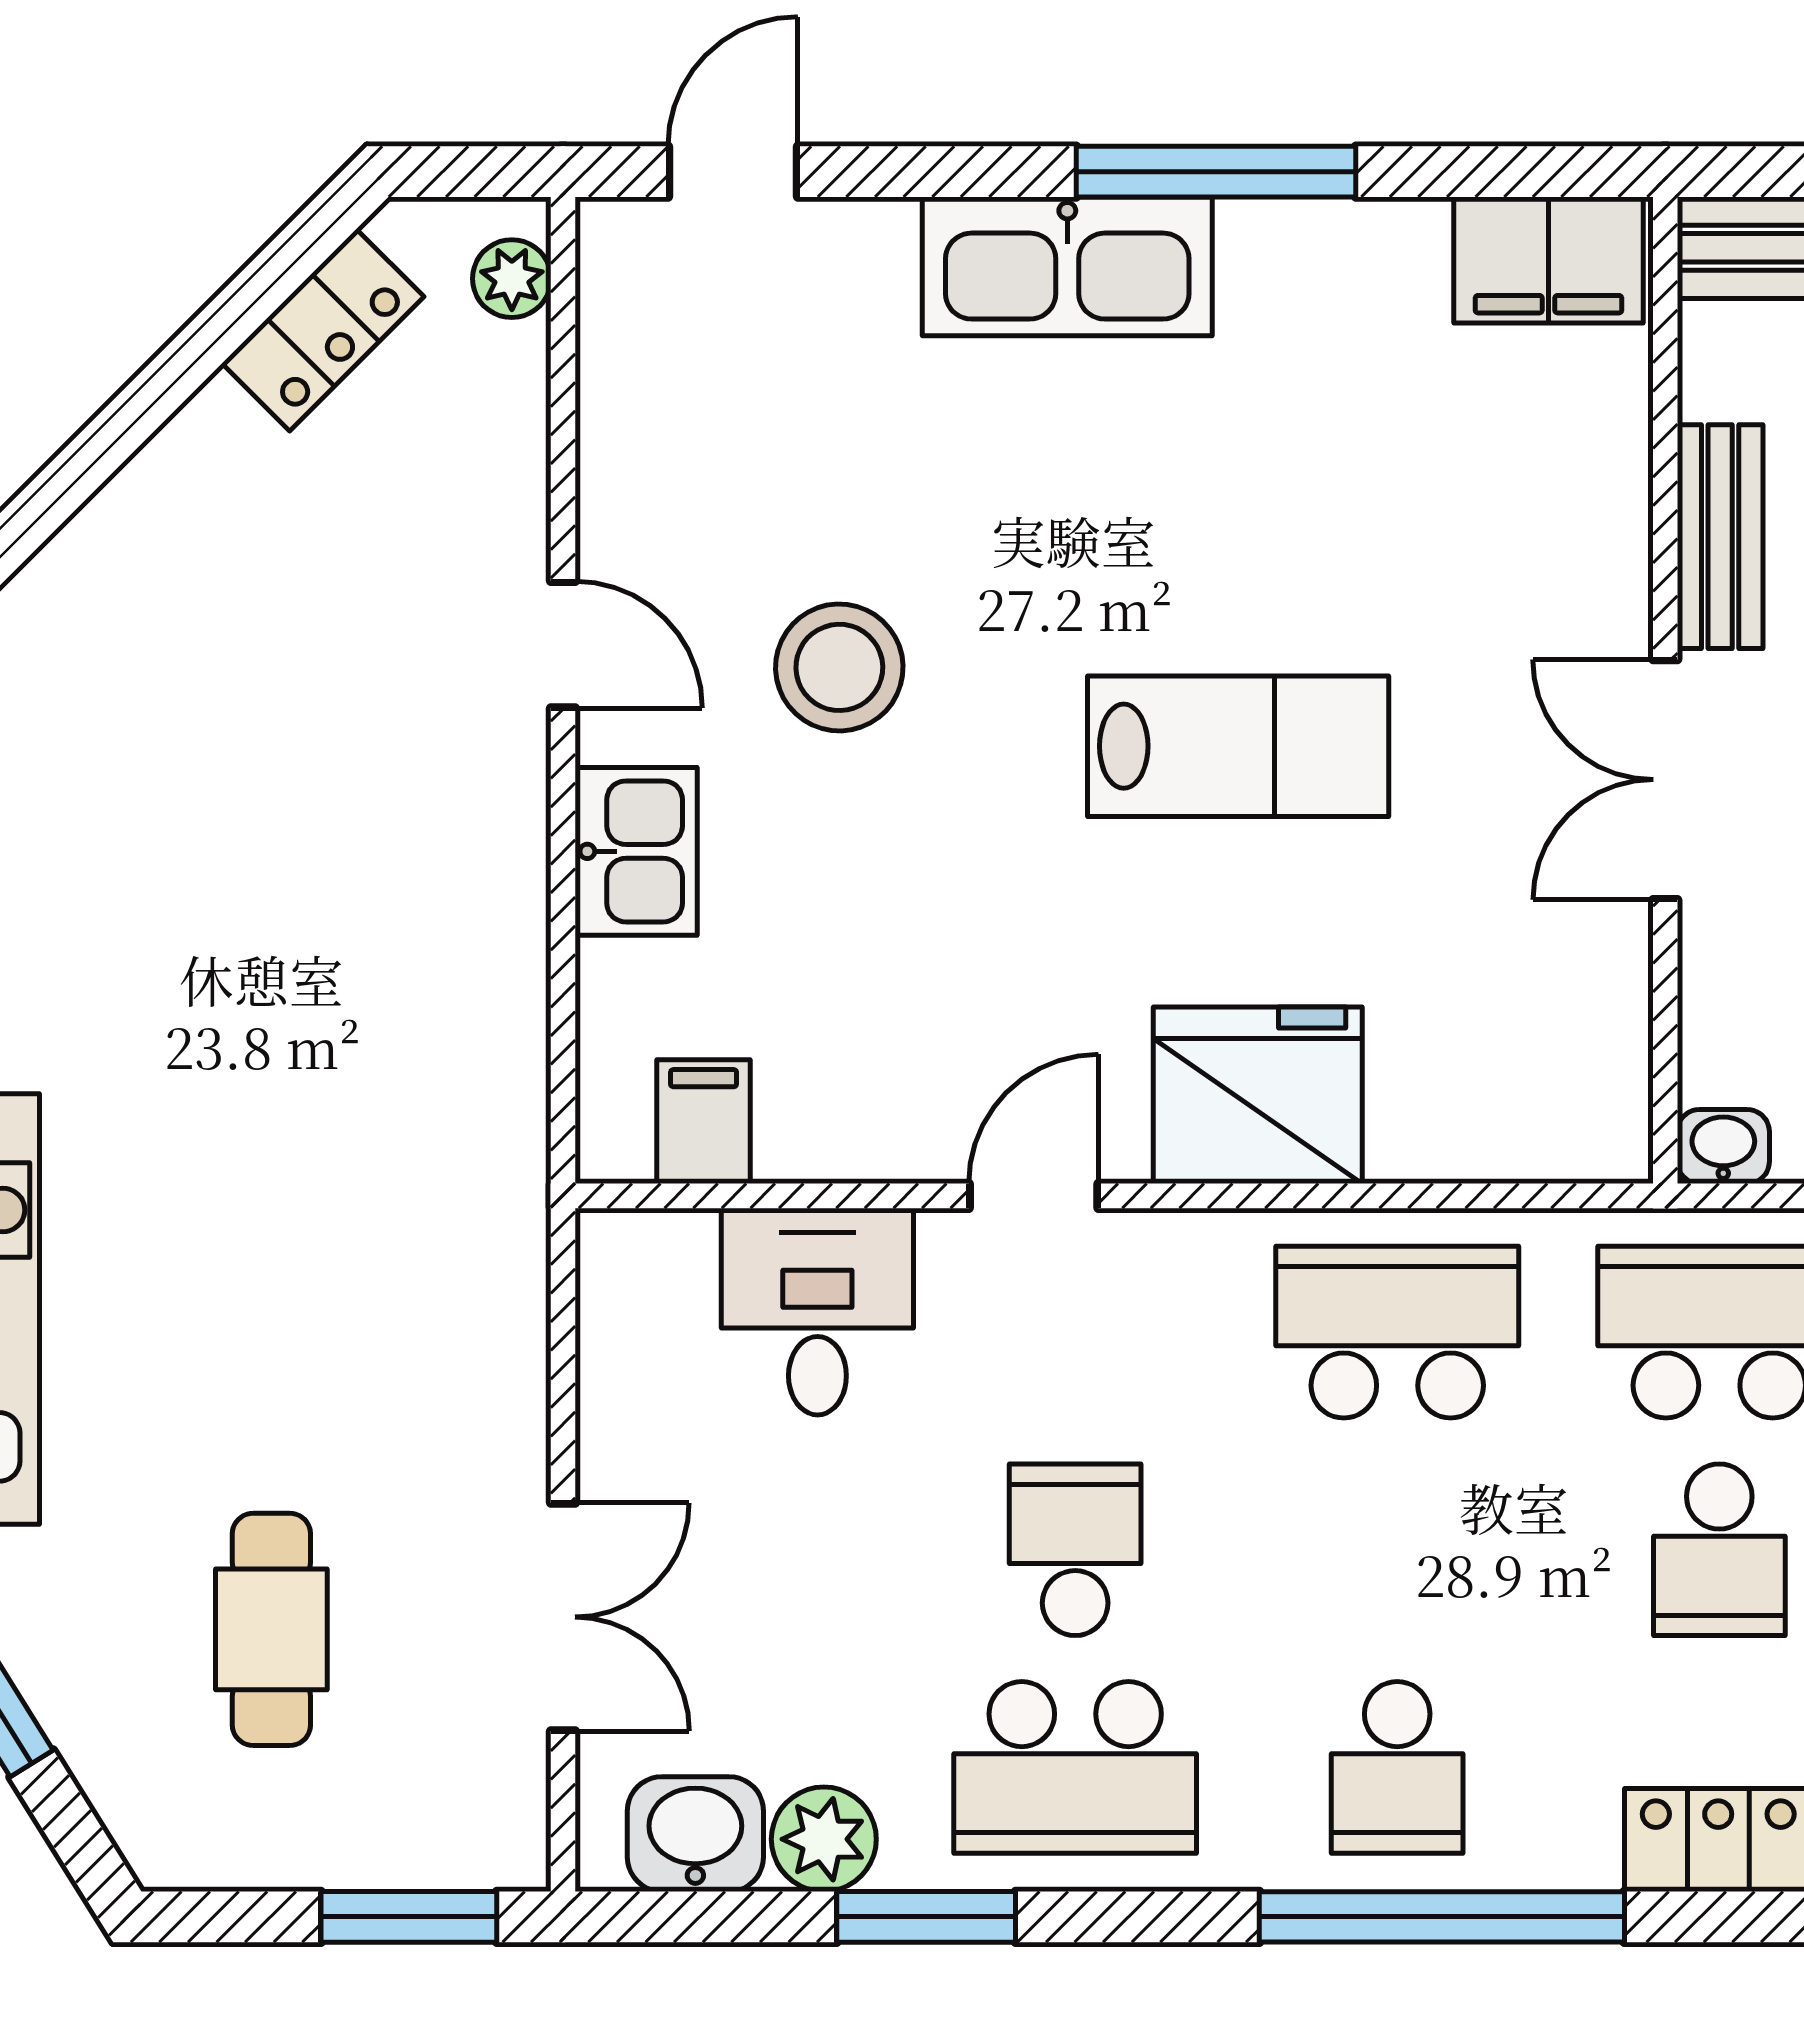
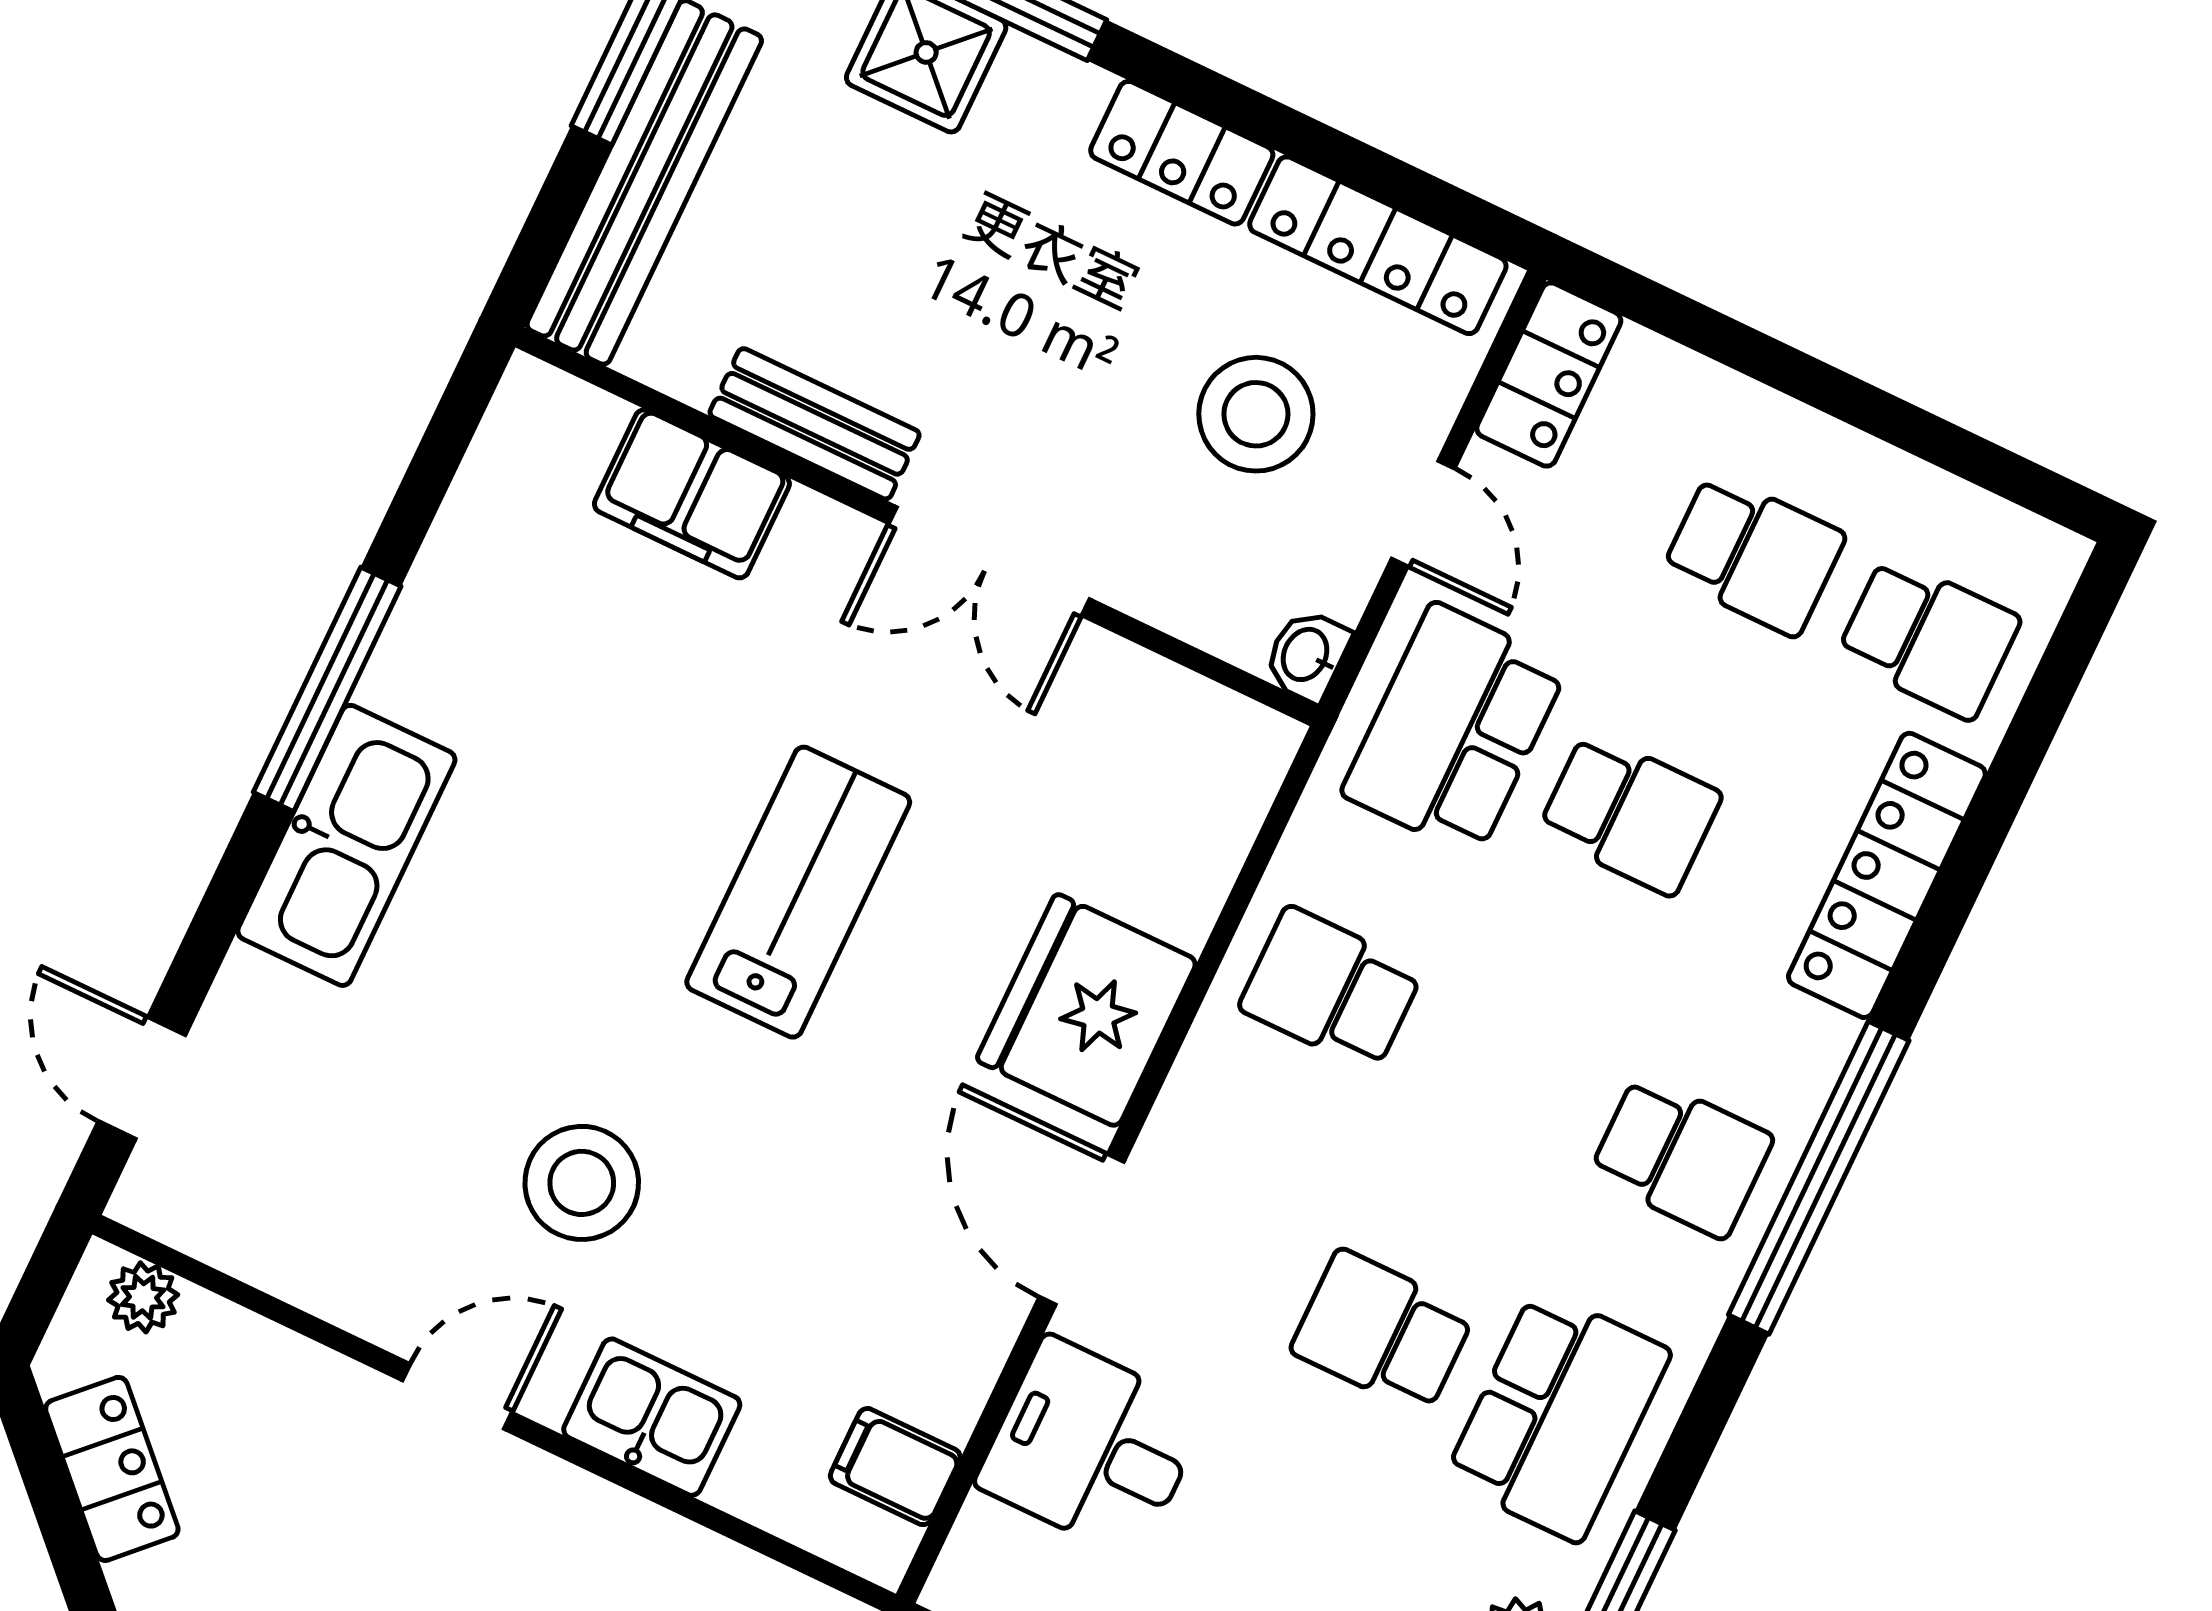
filing cabinet: (1548, 260) -> (692, 494), moved, turned 90
door: (1034, 1196) -> (1082, 1229), width x1.38
school desk: (1397, 1332) -> (1331, 989), width x0.54

